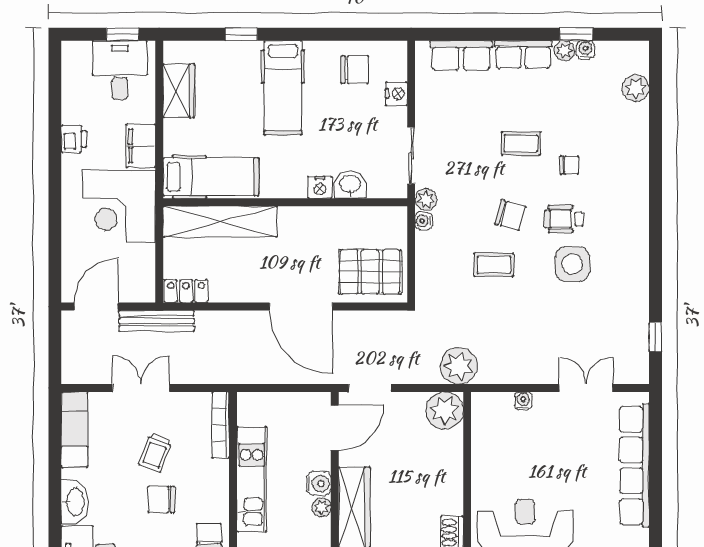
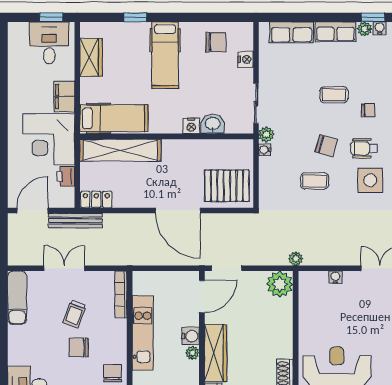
printer: (74, 139) -> (66, 176), moved, turned 180
plant: (459, 366) -> (296, 259), width x0.53, depth x0.53
washbasin: (75, 502) -> (17, 349), removed

